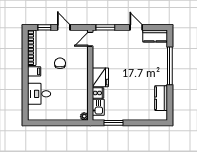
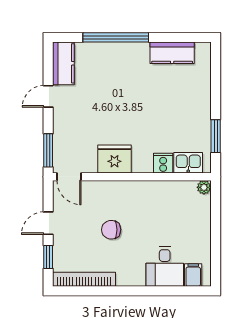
filing cabinet: (34, 71) -> (193, 275), moved
fridge: (100, 77) -> (114, 159), moved

